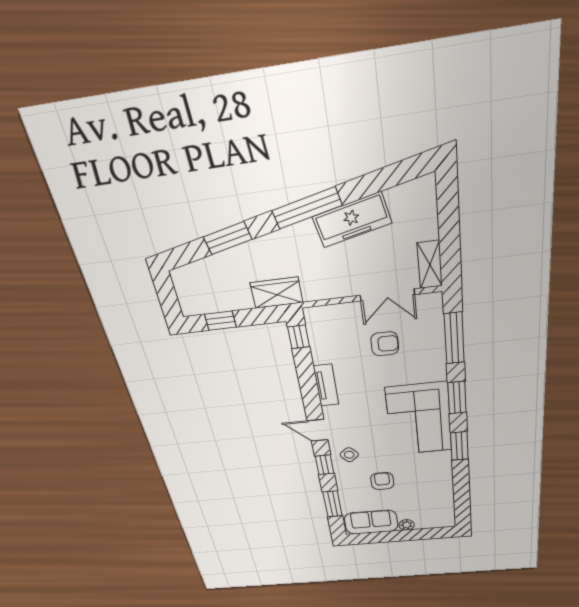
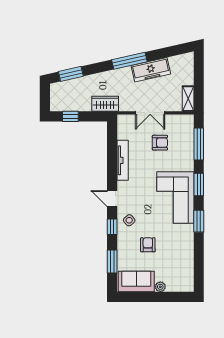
window: (228, 238) -> (71, 74), moved
double door: (387, 295) -> (150, 113), moved
window: (299, 337) -> (112, 132), removed
tv unit: (326, 385) -> (123, 160), width x1.41

